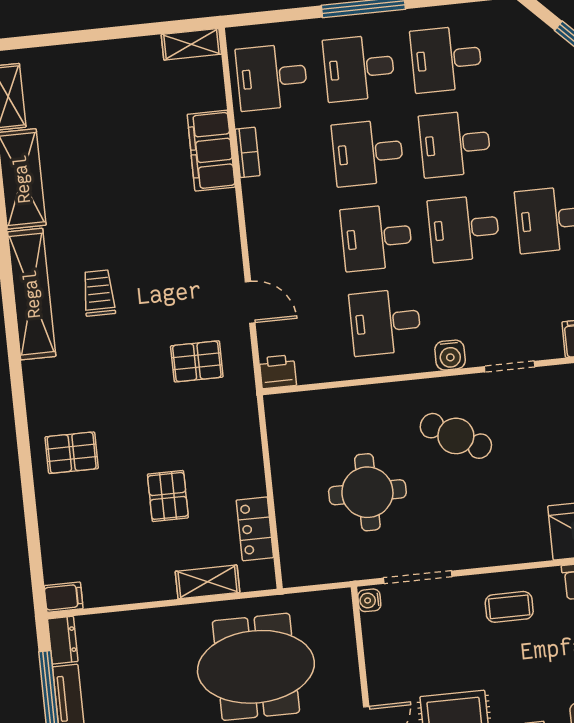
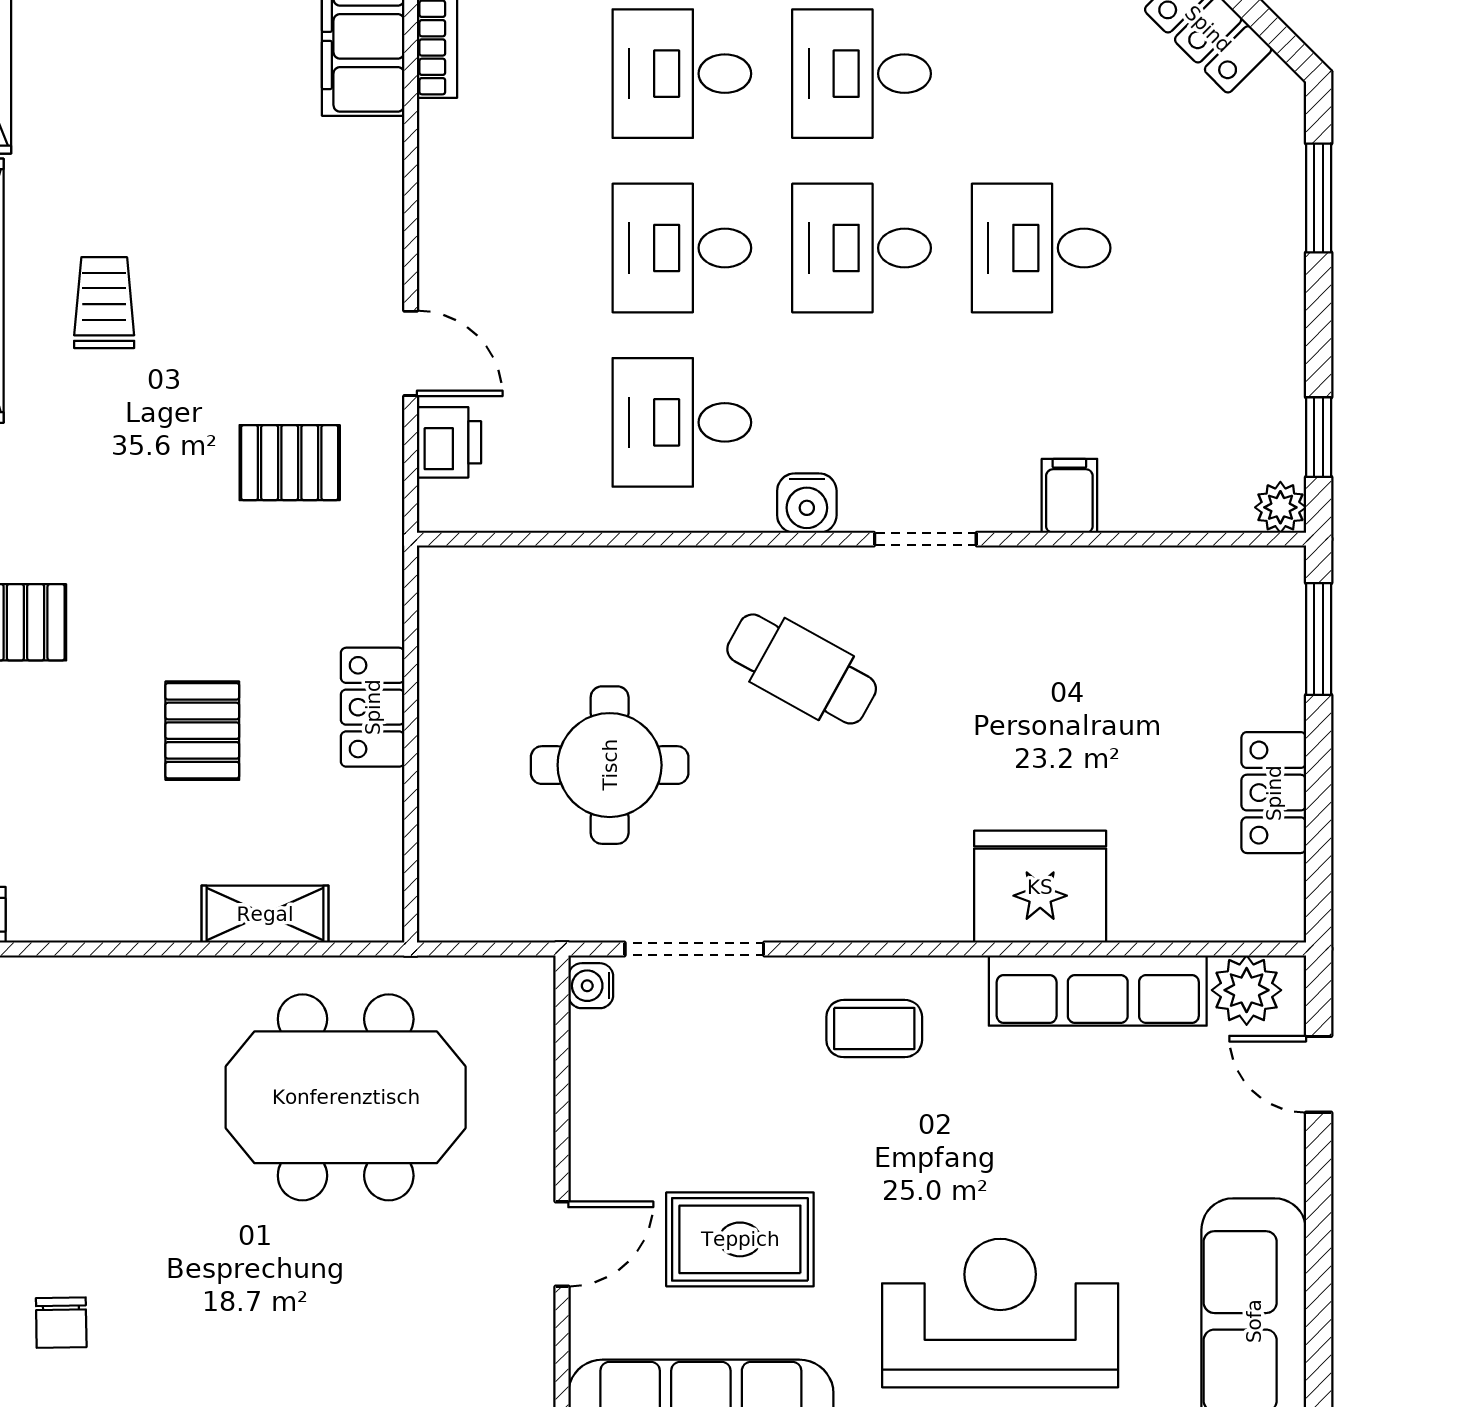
printer: (278, 372) -> (449, 442), moved, turned 90
locker: (255, 529) -> (373, 707), moved

